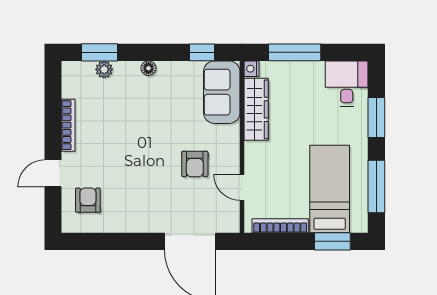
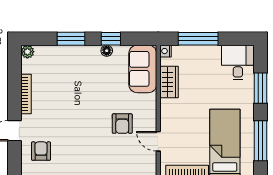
window: (100, 52) -> (71, 39), moved
window: (202, 52) -> (111, 39), moved
floor lamp: (148, 68) -> (107, 51), moved
plant: (104, 69) -> (27, 52), moved
wardrobe: (256, 109) -> (169, 82), width x0.67

